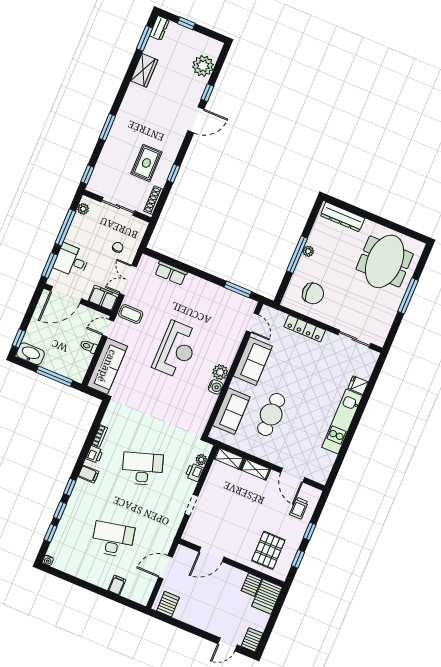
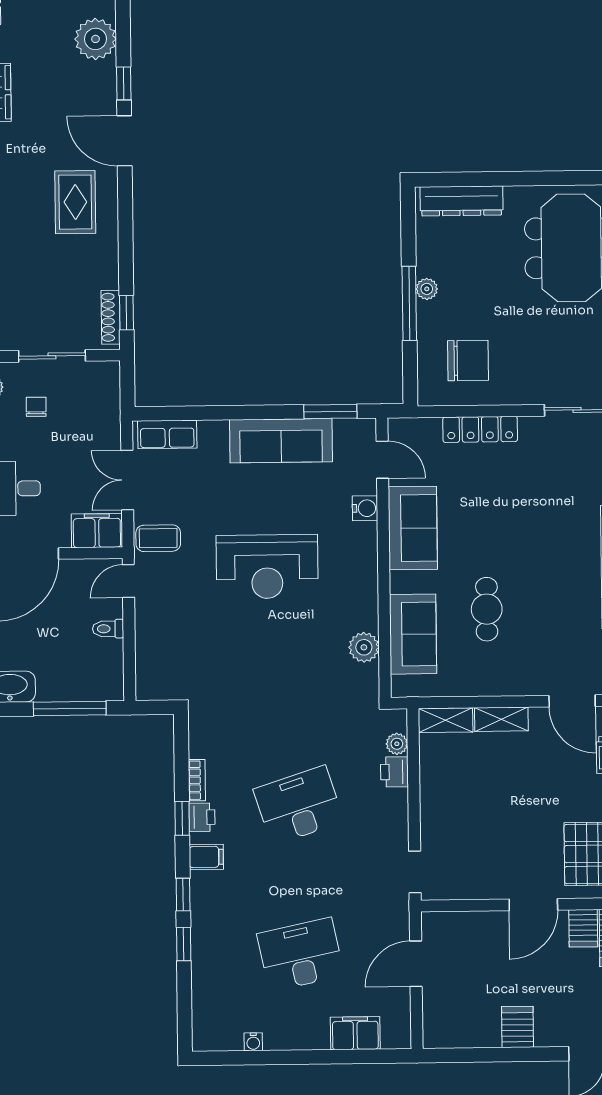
door: (196, 120) -> (124, 141), swing flipped
rug: (146, 163) -> (75, 202), moved
window: (174, 173) -> (127, 313), moved
chair: (118, 247) -> (36, 407), moved
row of seats: (171, 273) -> (167, 434), moved
reception desk: (176, 350) -> (267, 567), turned 90
sofa: (107, 366) -> (281, 441), moved, turned 90
plant: (220, 372) -> (364, 647), moved
water cooler: (216, 387) -> (365, 508), moved
cafe table: (271, 414) -> (487, 609), width x0.73, depth x0.74
doorway: (191, 505) -> (415, 872), moved
window: (51, 533) -> (182, 818), moved
door: (212, 554) -> (533, 905), moved
water cooler: (48, 560) -> (253, 1042), moved
filing cabinet: (117, 585) -> (355, 1033), width x2.00
server rack: (168, 604) -> (518, 1027), moved

